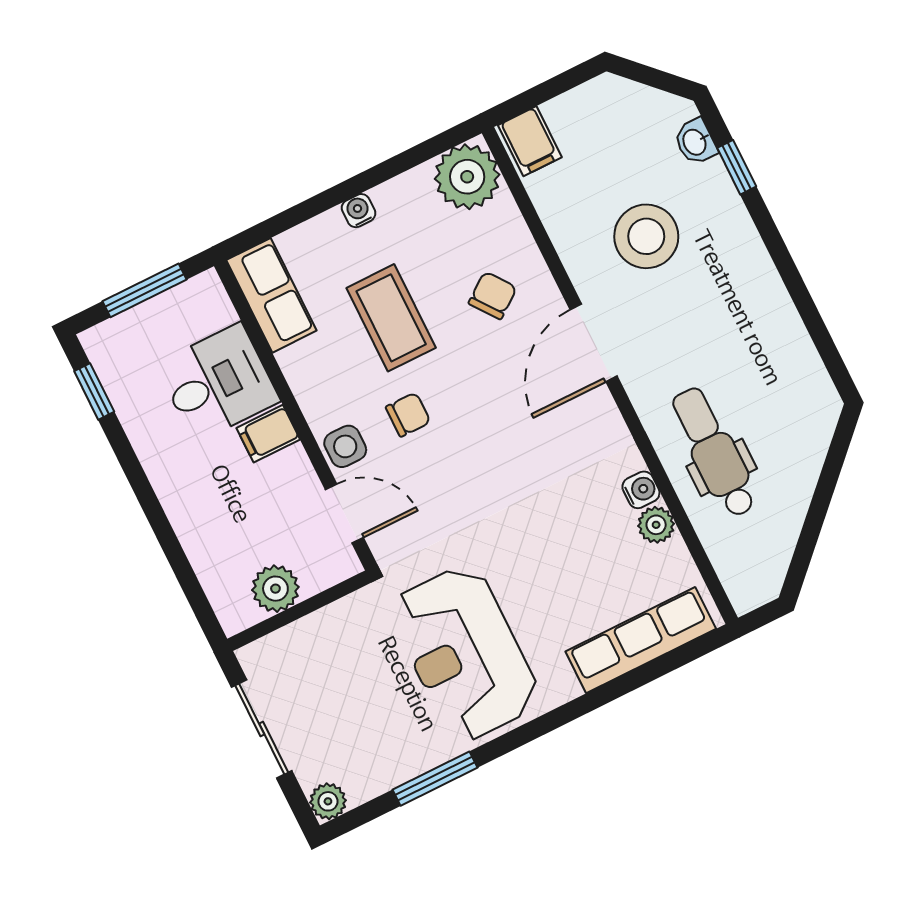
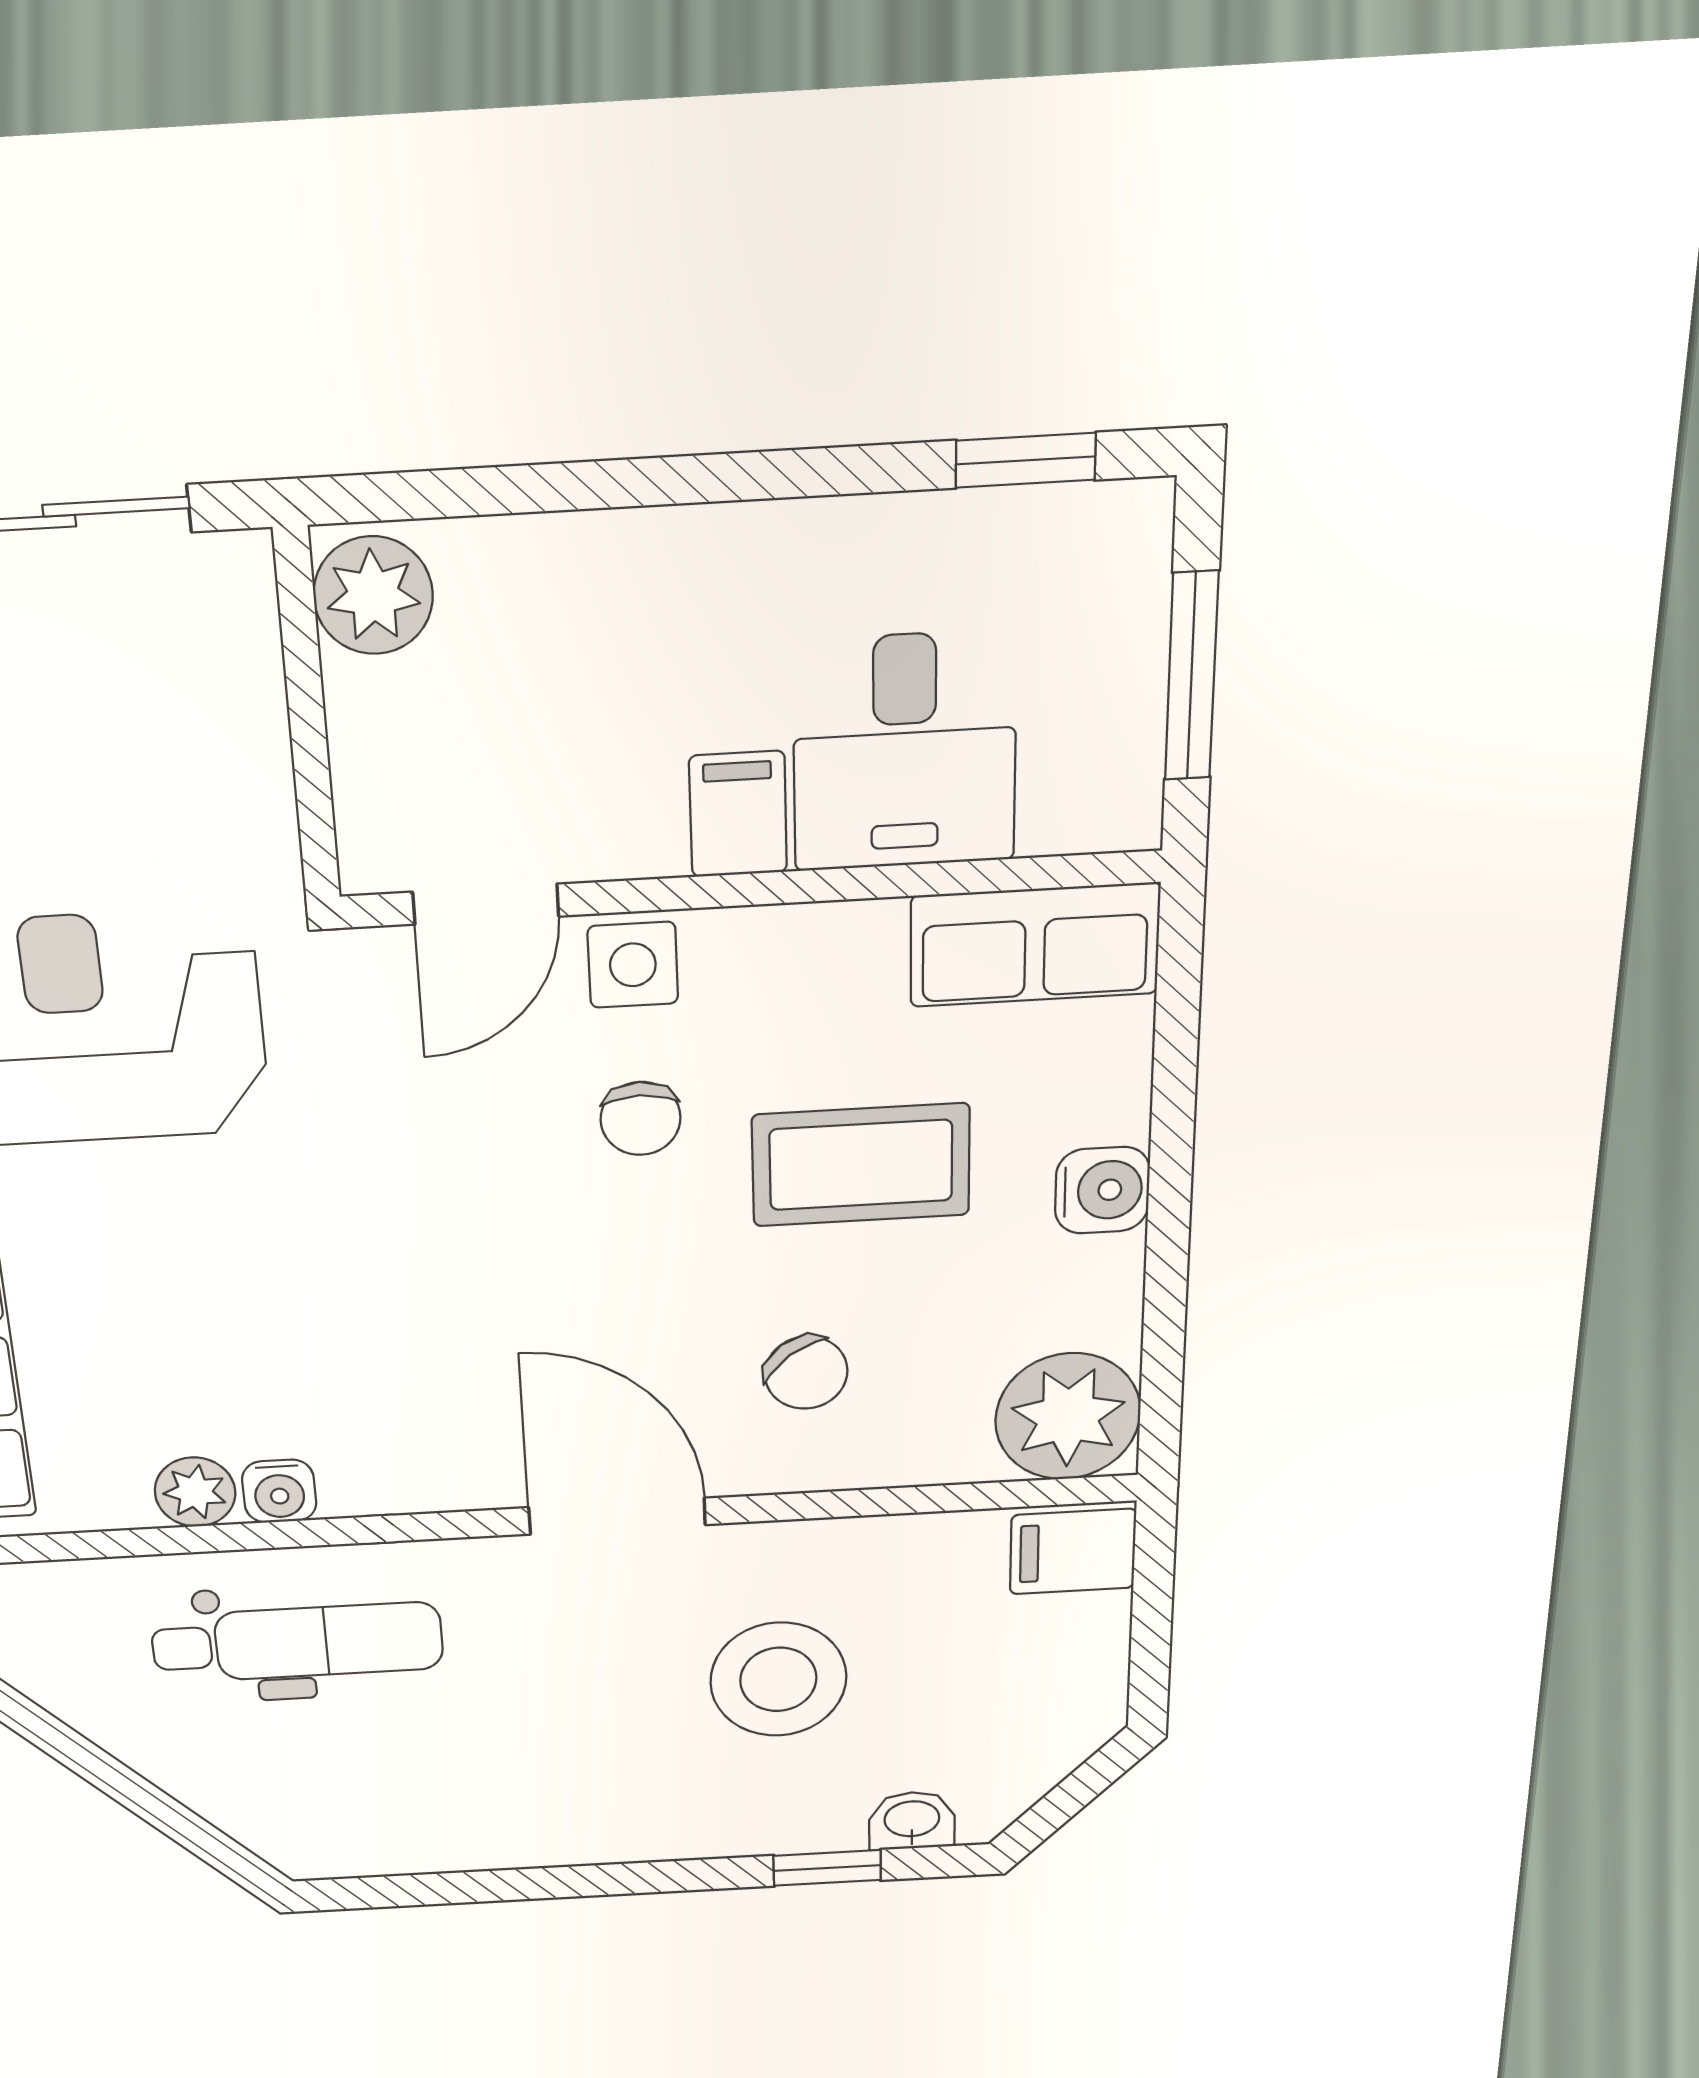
water cooler: (359, 211) -> (1102, 1190), width x1.38, depth x1.38
plant: (275, 589) -> (373, 595), moved

